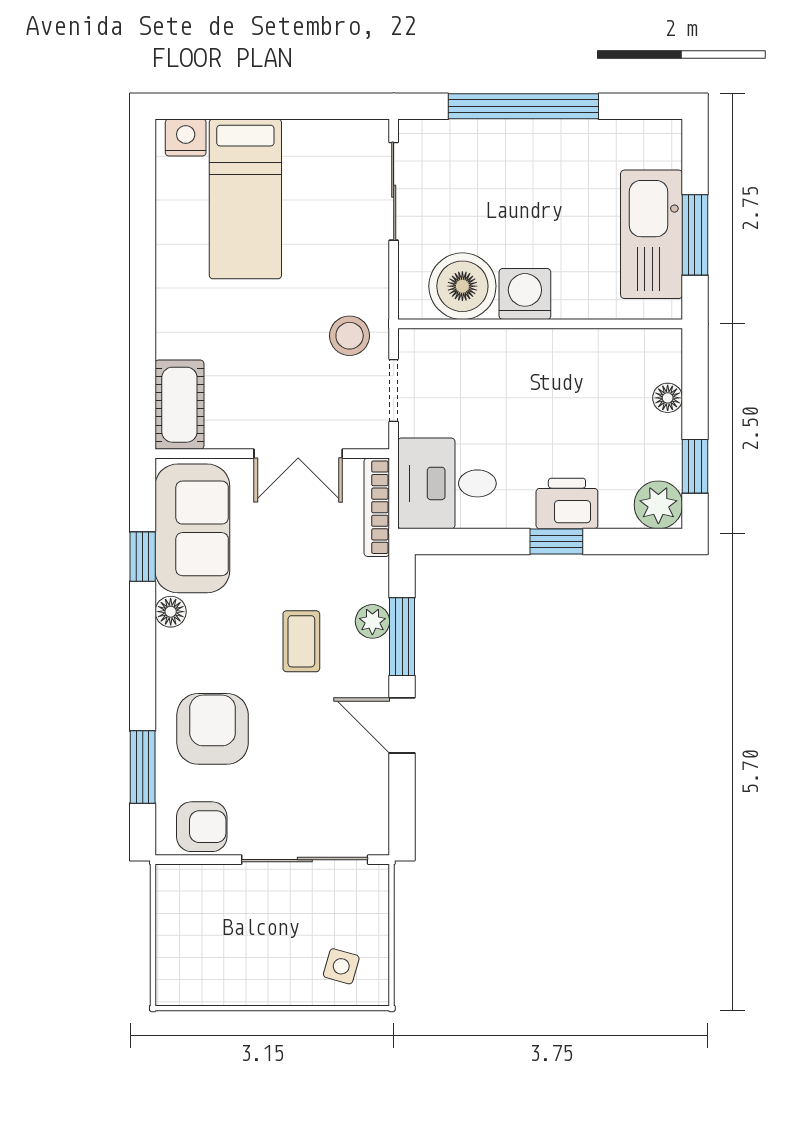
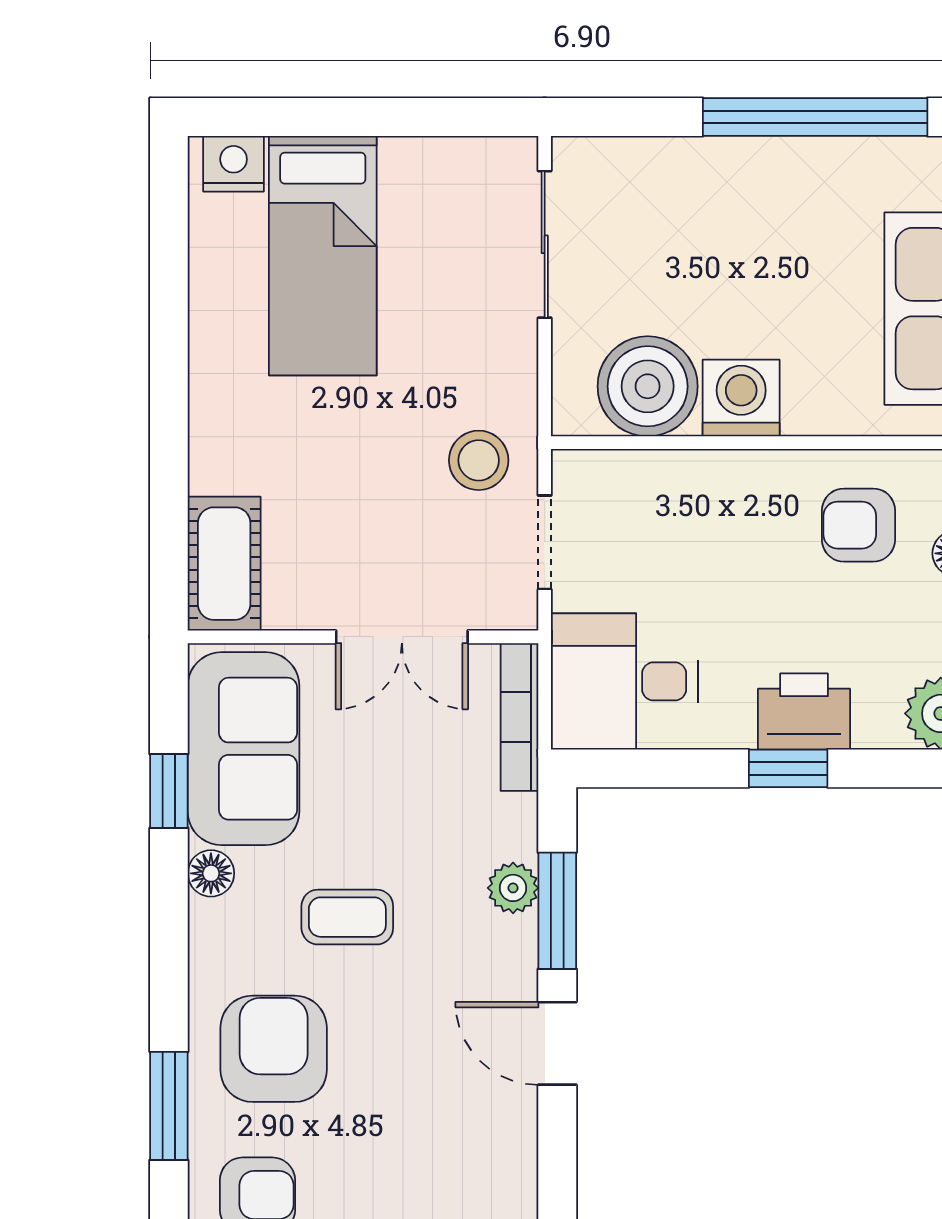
window: (523, 106) -> (815, 117), moved
armchair: (603, 379) -> (859, 525), added
coffee table: (301, 641) -> (347, 917), moved, turned 90

